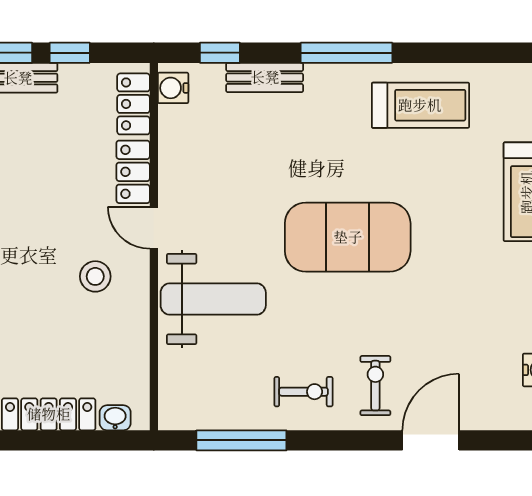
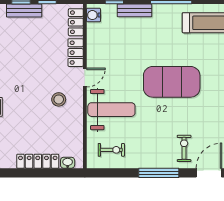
door: (154, 228) -> (85, 78), swing flipped
exercise bike: (304, 392) -> (111, 150), moved
window: (241, 440) -> (159, 173), moved

